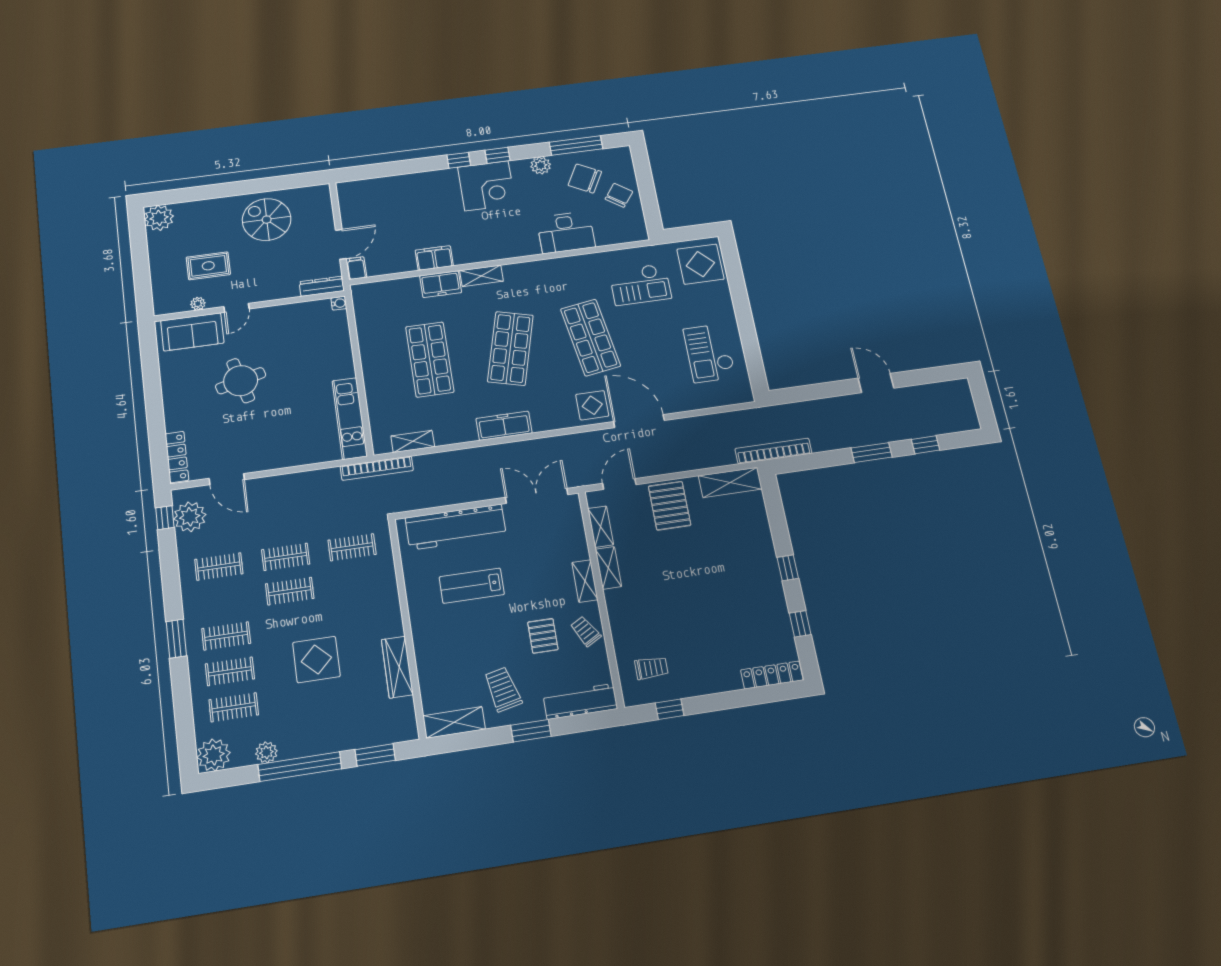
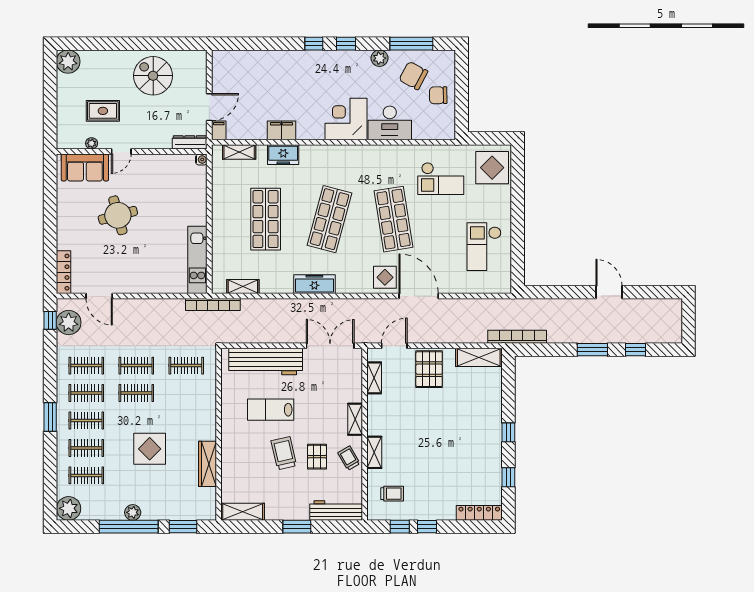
corner desk: (487, 186) -> (346, 119), moved, turned 180
chair: (619, 195) -> (438, 95), turned -127
shelving: (481, 276) -> (239, 152), moved
shelving: (608, 568) -> (374, 452), moved
clothes rail: (222, 601) -> (86, 393), added
trolley: (503, 689) -> (284, 453), moved
window: (706, 704) -> (427, 527), added
plant: (266, 752) -> (133, 512), moved

